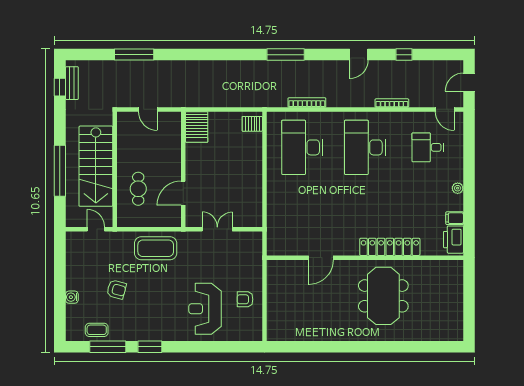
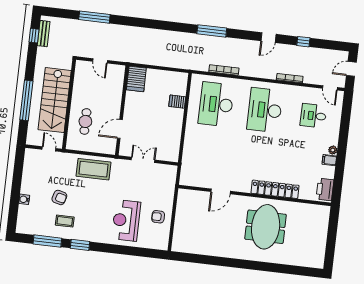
server rack: (252, 124) -> (177, 102), moved
filing cabinet: (455, 218) -> (329, 160), moved
coffee table: (97, 330) -> (65, 221), moved

